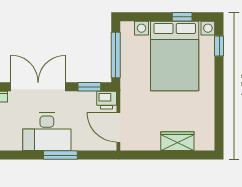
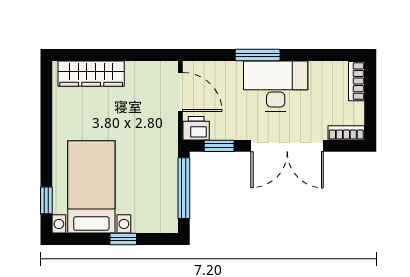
window: (182, 17) -> (123, 239), moved
bed with nightstands: (175, 56) -> (91, 187), width x0.73
wardrobe: (177, 141) -> (91, 74), width x1.50

